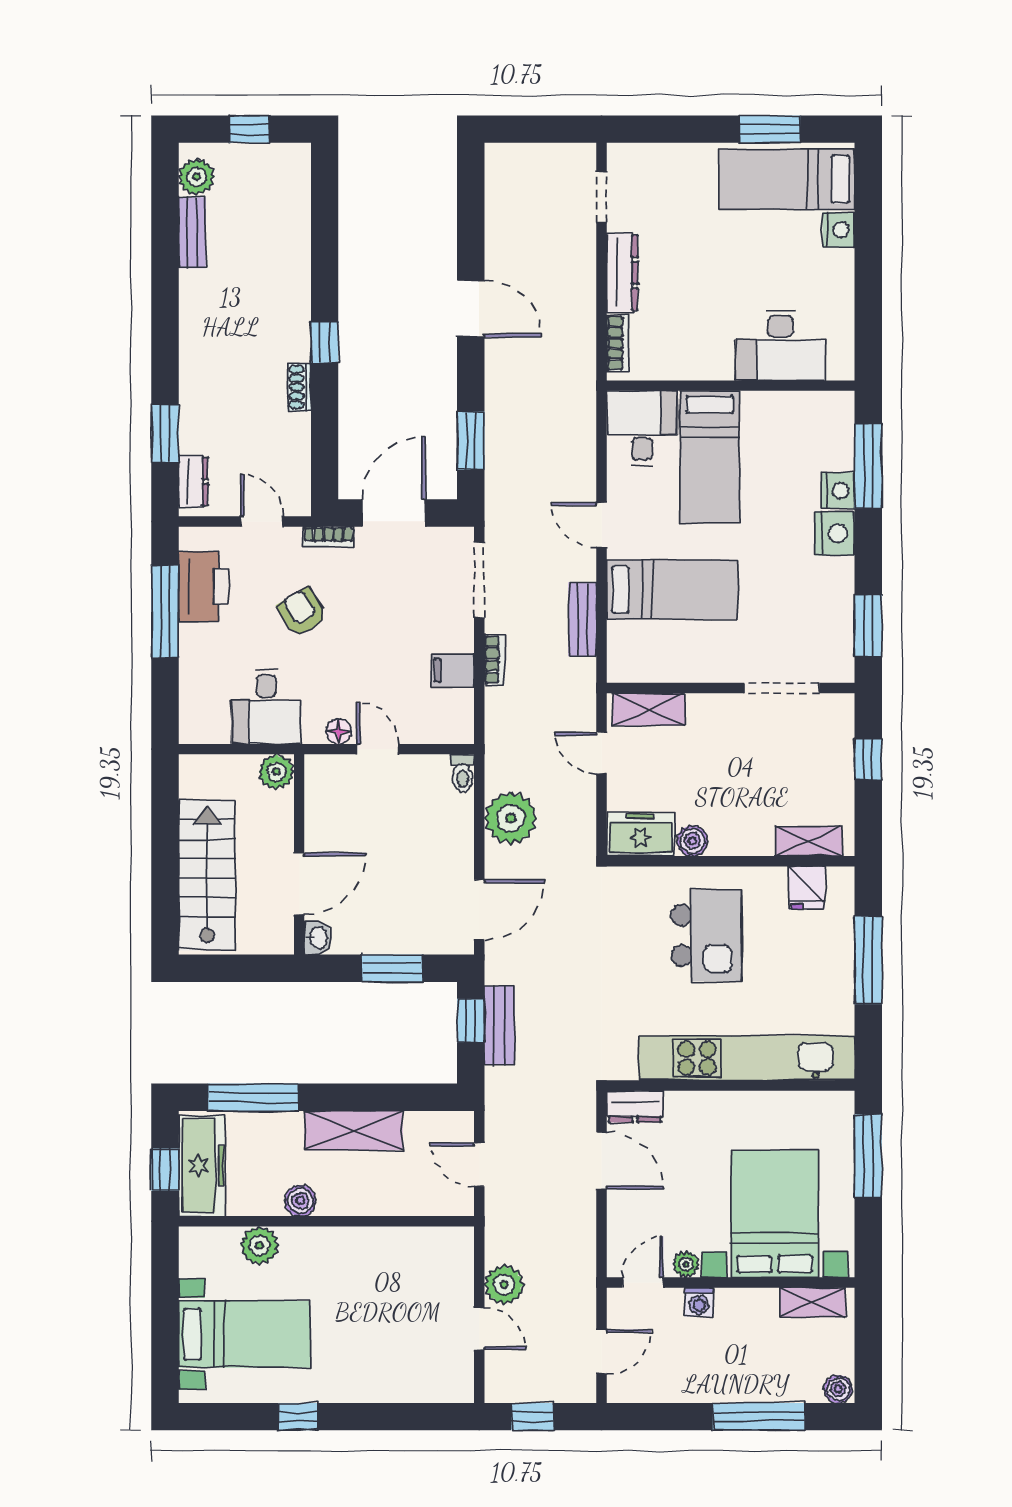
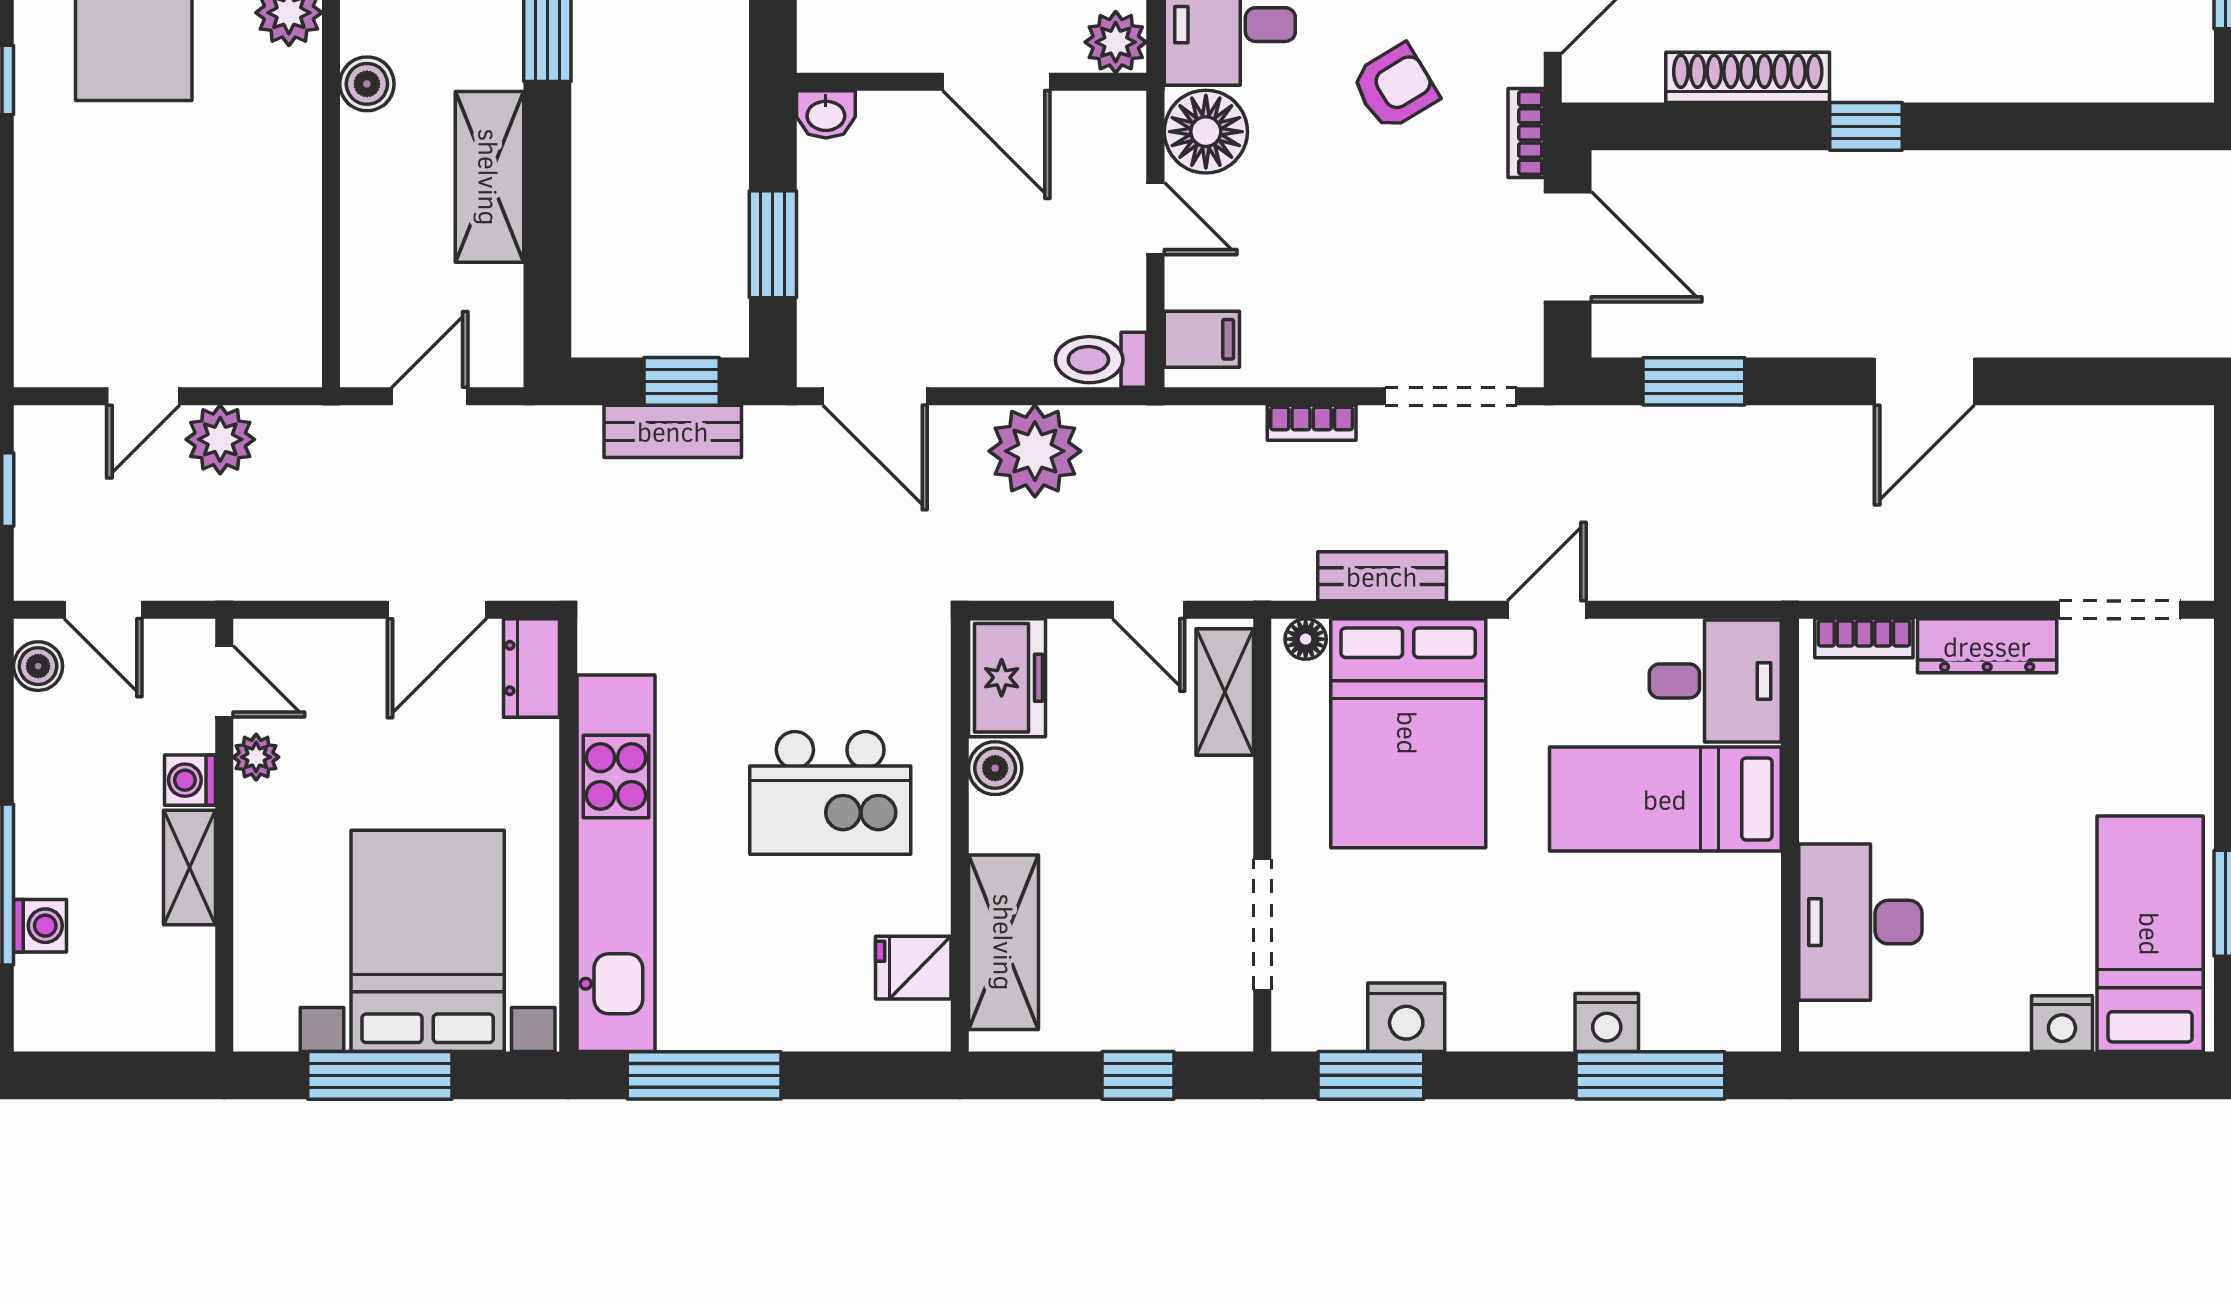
doorway: (602, 197) -> (2119, 610), width x1.38
shoe rack: (299, 387) -> (1748, 77), width x1.94, depth x1.24
nightstand: (835, 533) -> (1406, 1017), moved
bed: (672, 590) -> (1408, 733), width x1.50
floor lamp: (618, 663) -> (1306, 639), added
filing cabinet: (453, 670) -> (1202, 339), moved, turned 90
floor lamp: (339, 731) -> (1206, 132), width x1.89, depth x1.89
door: (377, 749) -> (1155, 219), hinge flipped
door: (602, 753) -> (1149, 610), swing flipped
toilet: (463, 773) -> (1101, 360), width x1.37, depth x1.39
shelving: (809, 841) -> (1004, 942), width x1.50, depth x1.33
door: (299, 884) -> (996, 82), moved
window: (868, 960) -> (704, 1075), moved
window: (868, 1156) -> (380, 1075), moved
bed with nightstands: (775, 1214) -> (428, 941), moved, turned -90
shelving: (813, 1302) -> (190, 868), moved
washing machine: (782, 1388) -> (40, 926), added
boiler: (838, 1389) -> (38, 666), moved

